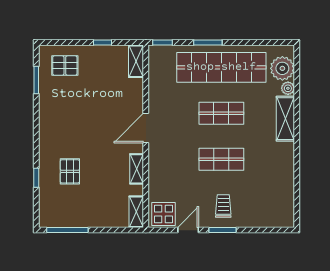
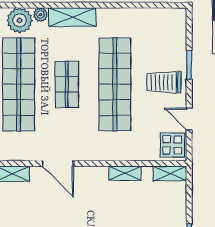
door: (146, 128) -> (58, 163), moved
shop shelf: (221, 159) -> (115, 84), width x2.00, depth x1.36
trolley: (223, 206) -> (164, 82), width x1.36, depth x1.39
window: (223, 230) -> (189, 65), moved

